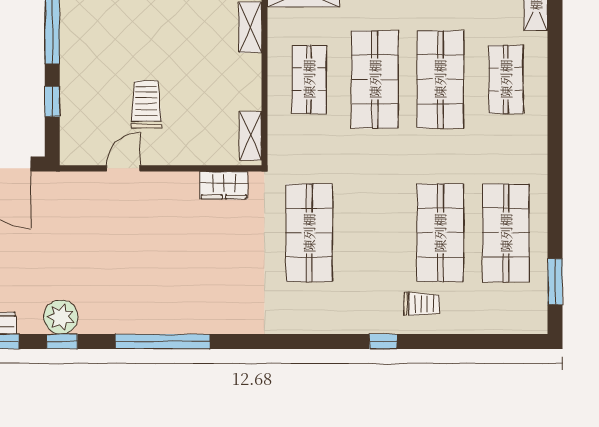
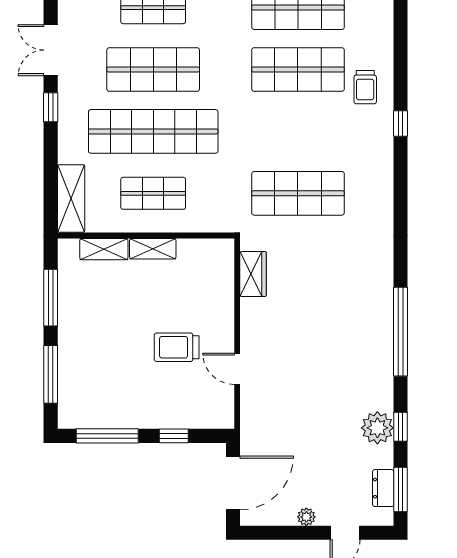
shop shelf: (375, 79) -> (153, 131), width x1.40
shelving: (251, 136) -> (153, 249), moved
trolley: (422, 304) -> (365, 87), turned 180

